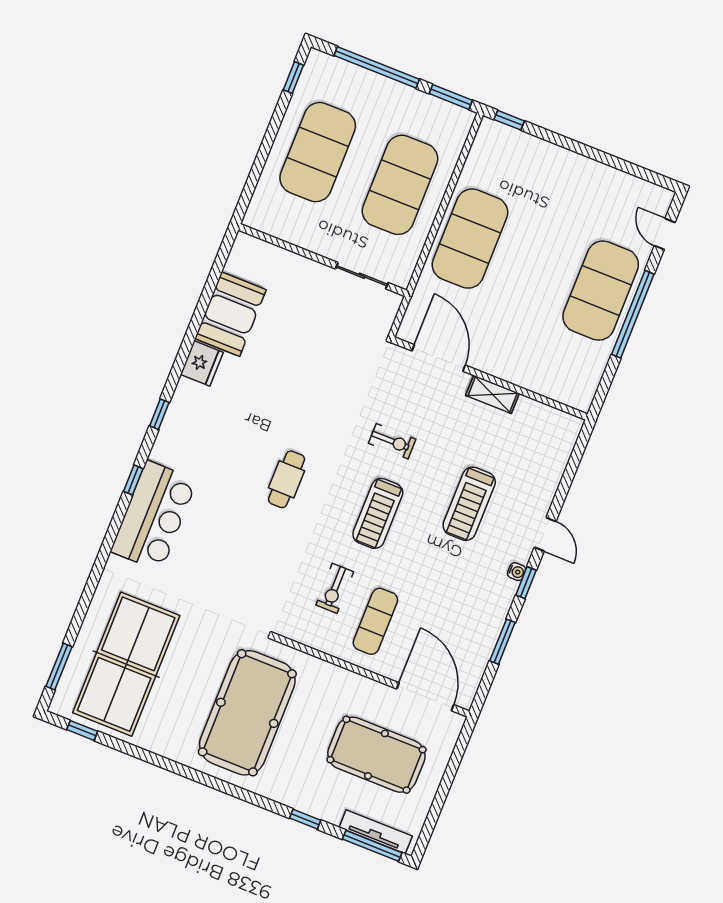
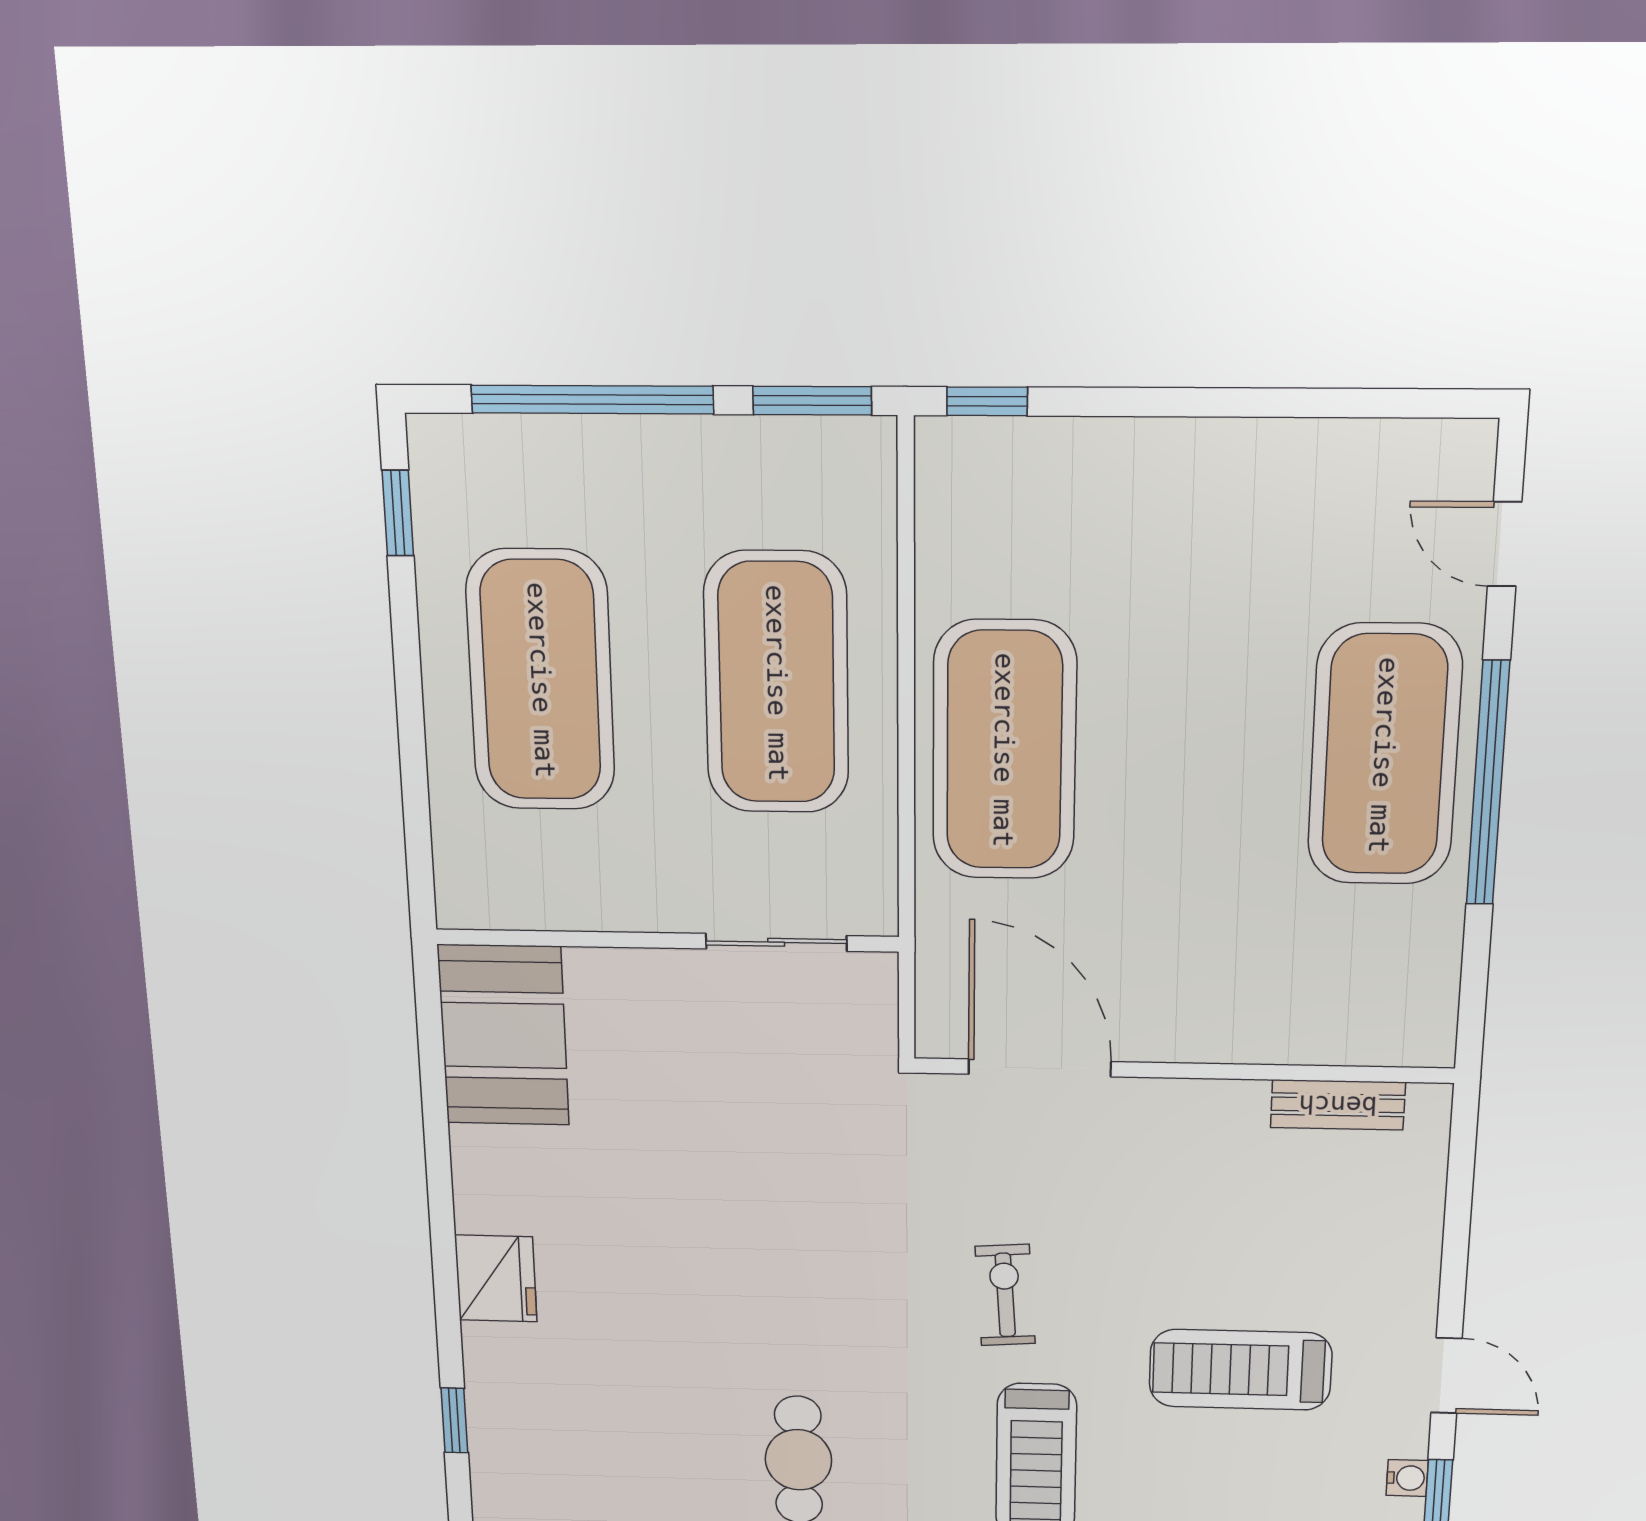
booth: (230, 314) -> (504, 1035), moved
shelving: (493, 394) -> (1203, 1105), removed
bench: (541, 412) -> (1338, 1105), added
exercise bike: (392, 441) -> (1005, 1295), turned -94
treadmill: (469, 504) -> (1240, 1370), turned 90

